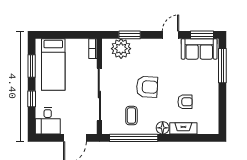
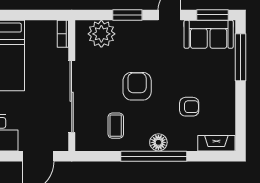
window: (130, 35) -> (127, 15), moved
armchair: (147, 87) -> (137, 86), turned -93
fireplace: (183, 128) -> (216, 143), moved
window: (134, 138) -> (154, 156), moved

